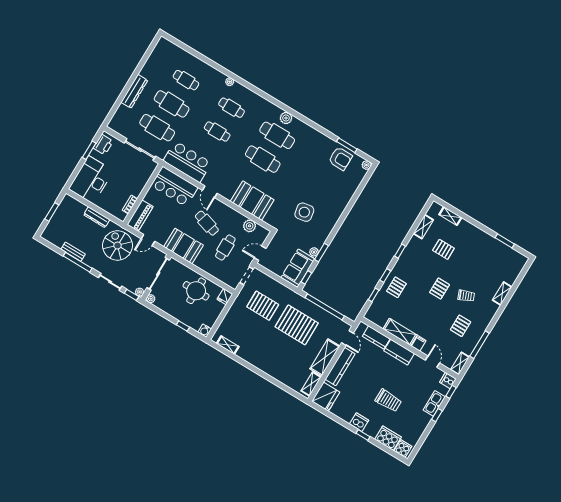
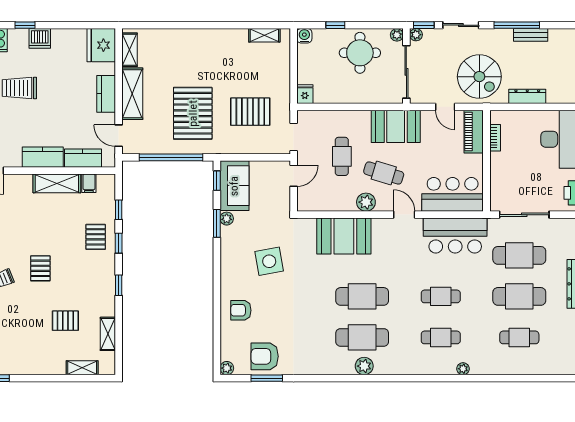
armchair: (338, 194) -> (241, 310), added
plant: (250, 226) -> (366, 202), moved
door: (148, 240) -> (445, 107), swing flipped
round table: (196, 291) -> (360, 53), moved
pallet: (297, 325) -> (193, 113), turned 90
filing cabinet: (419, 343) -> (89, 183), moved
kitchen counter: (340, 367) -> (106, 94), width x0.67

